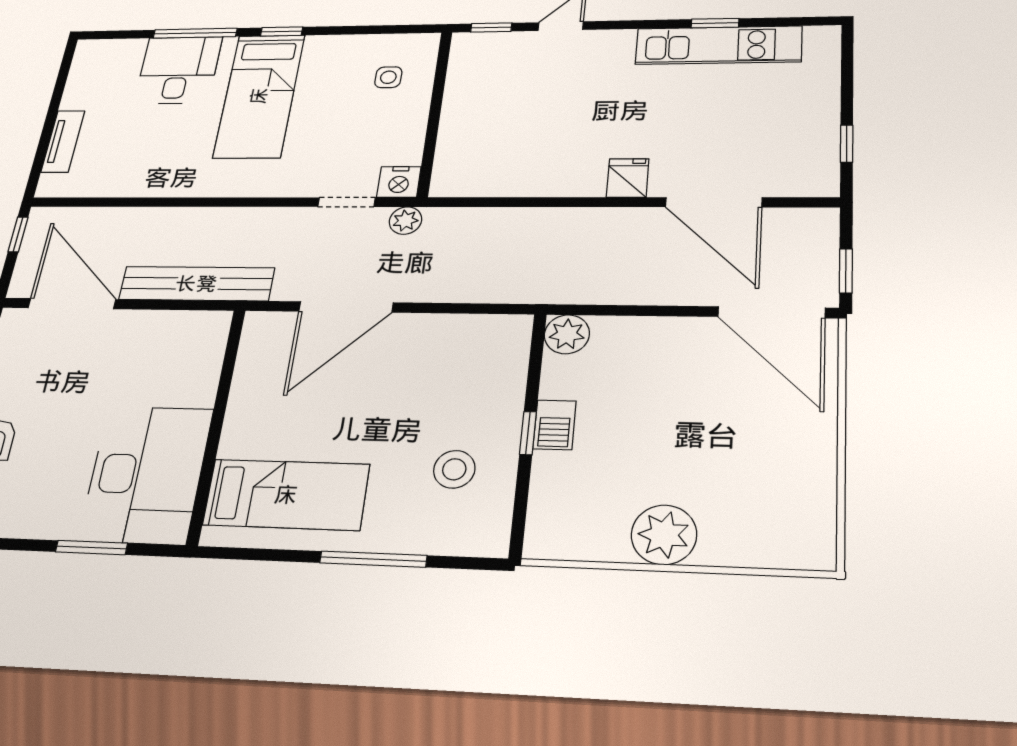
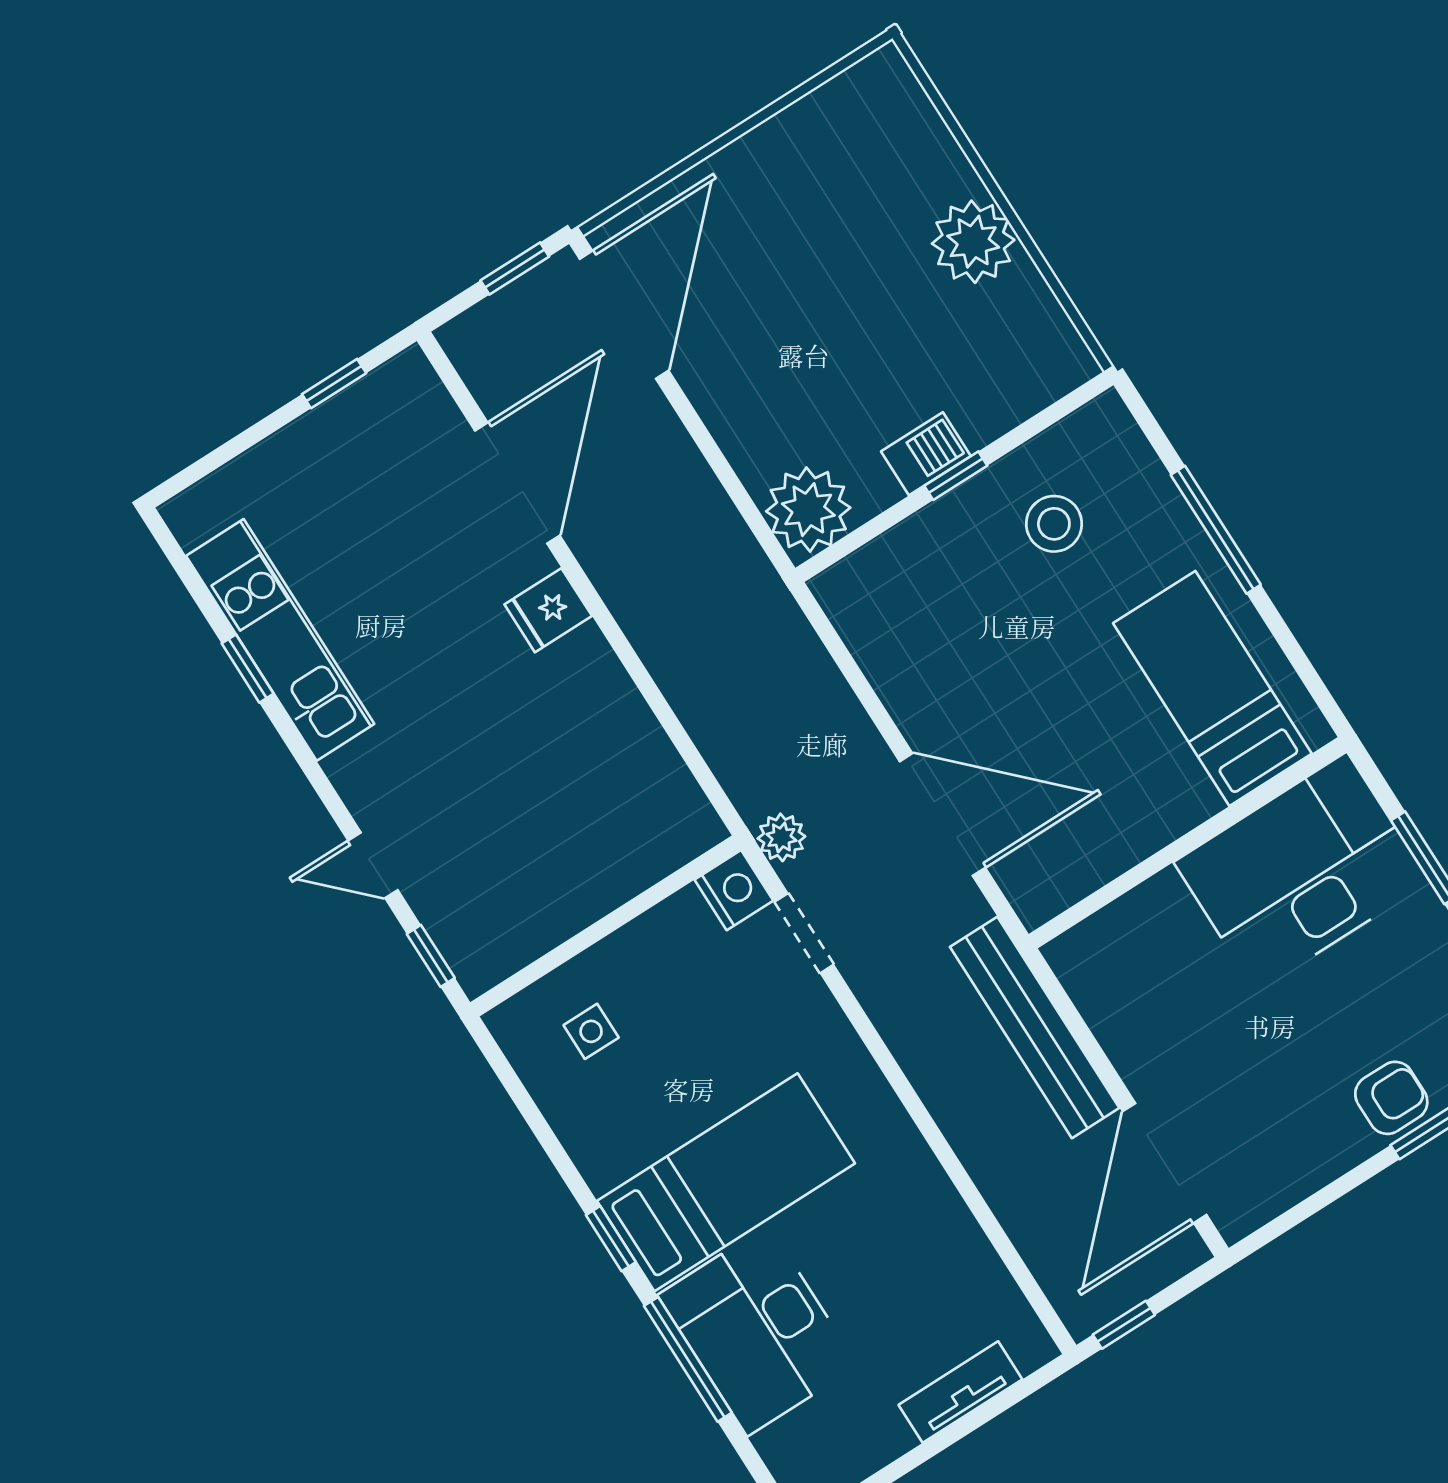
desk: (178, 70) -> (758, 1330), width x1.37
plant: (567, 334) -> (808, 510), width x1.36, depth x1.36

